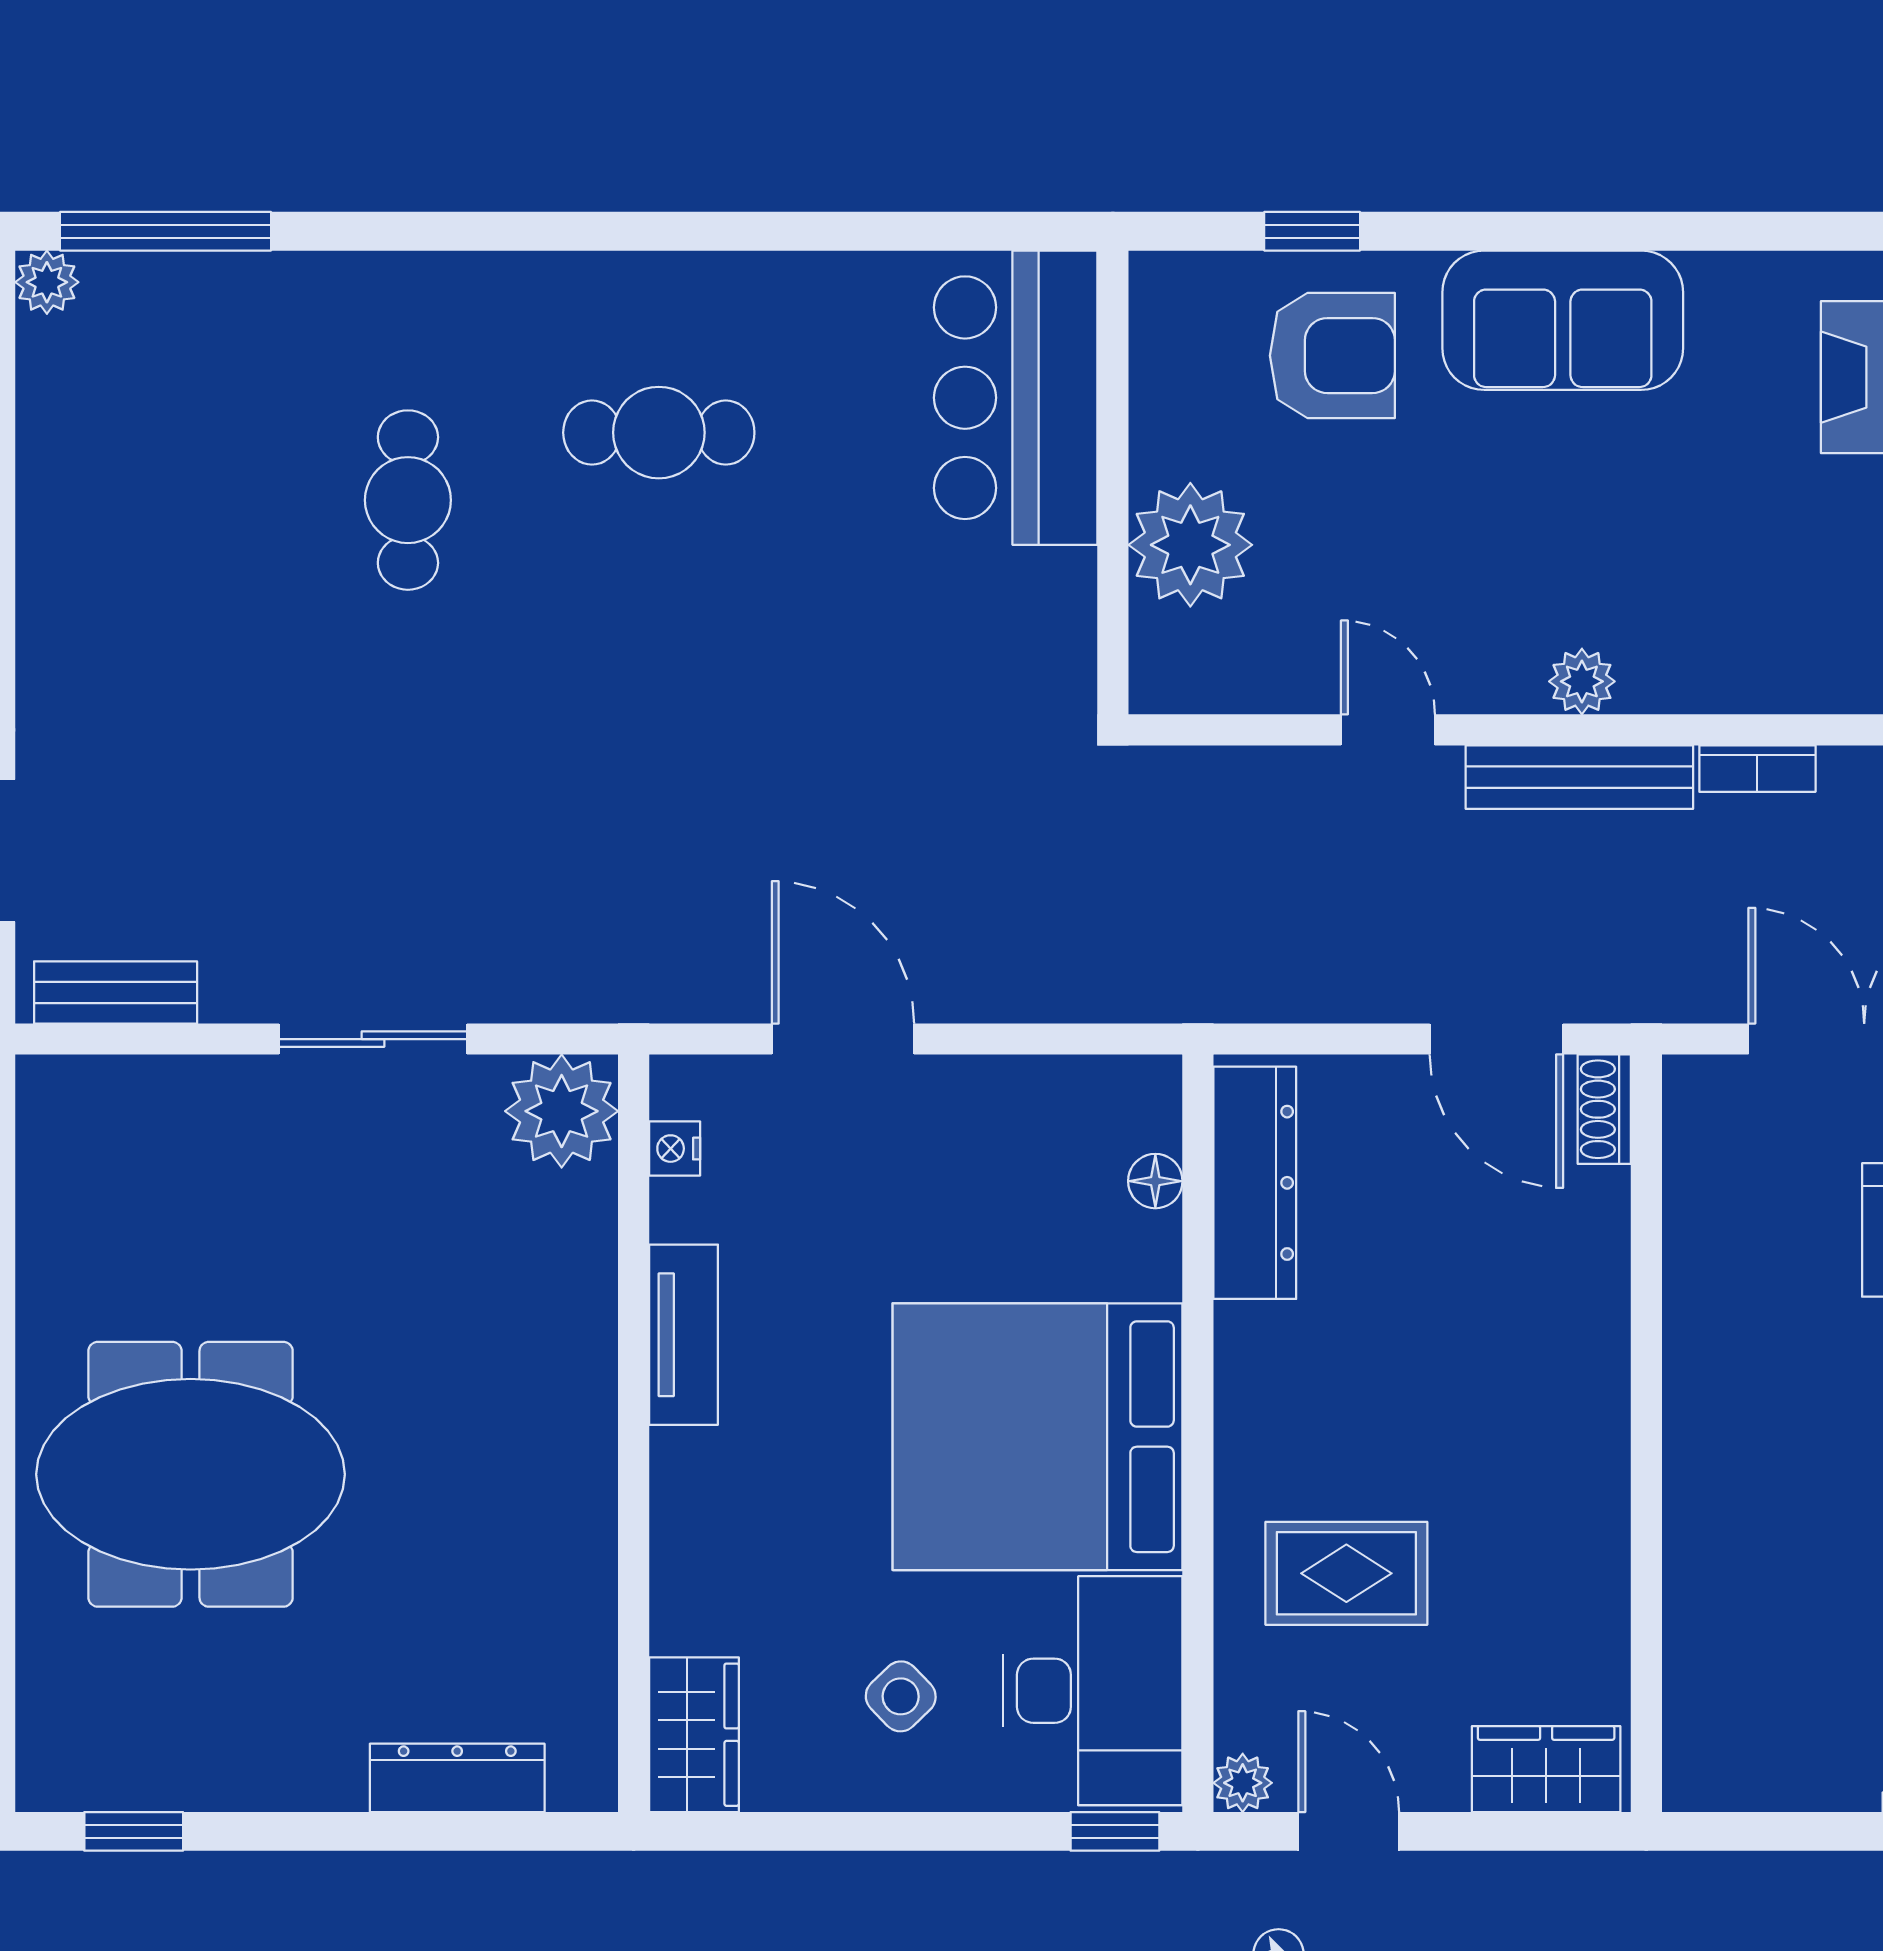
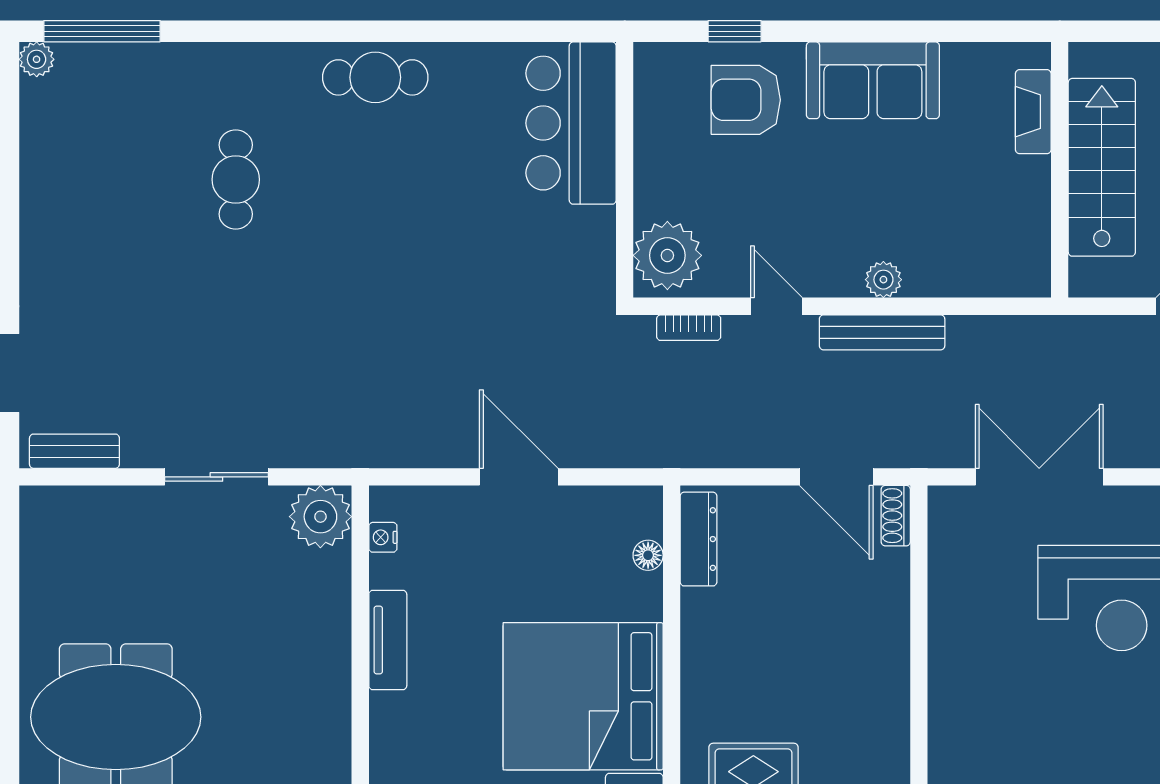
armchair: (1332, 356) -> (746, 100), turned 180
cafe table: (659, 433) -> (375, 77), moved
plant: (1190, 545) -> (667, 255), moved
bookcase: (1757, 769) -> (689, 328), moved
door: (843, 1039) -> (519, 477), moved
dresser: (1255, 1183) -> (698, 539), width x0.73, depth x0.80

